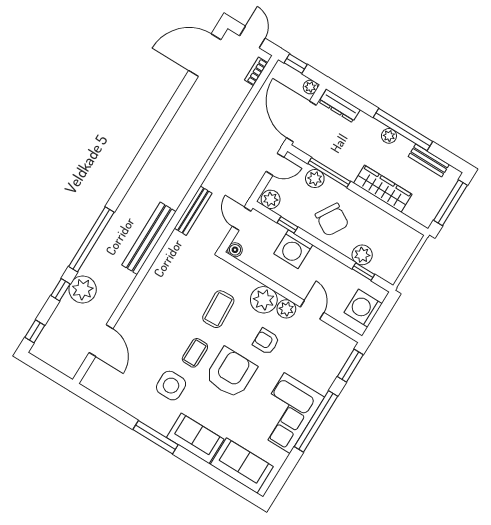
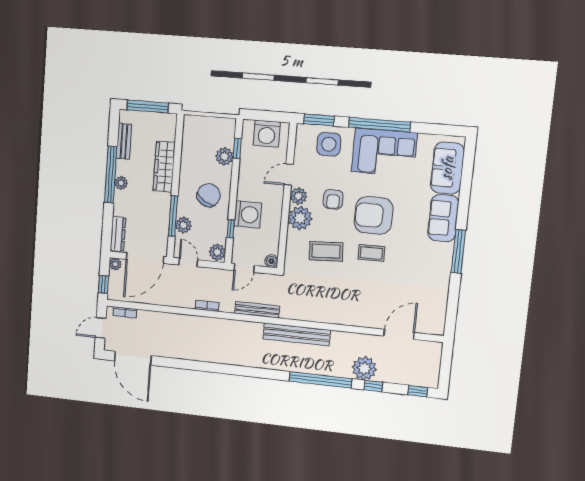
bookcase: (222, 161) -> (207, 306), added
side table: (171, 386) -> (329, 144), moved

